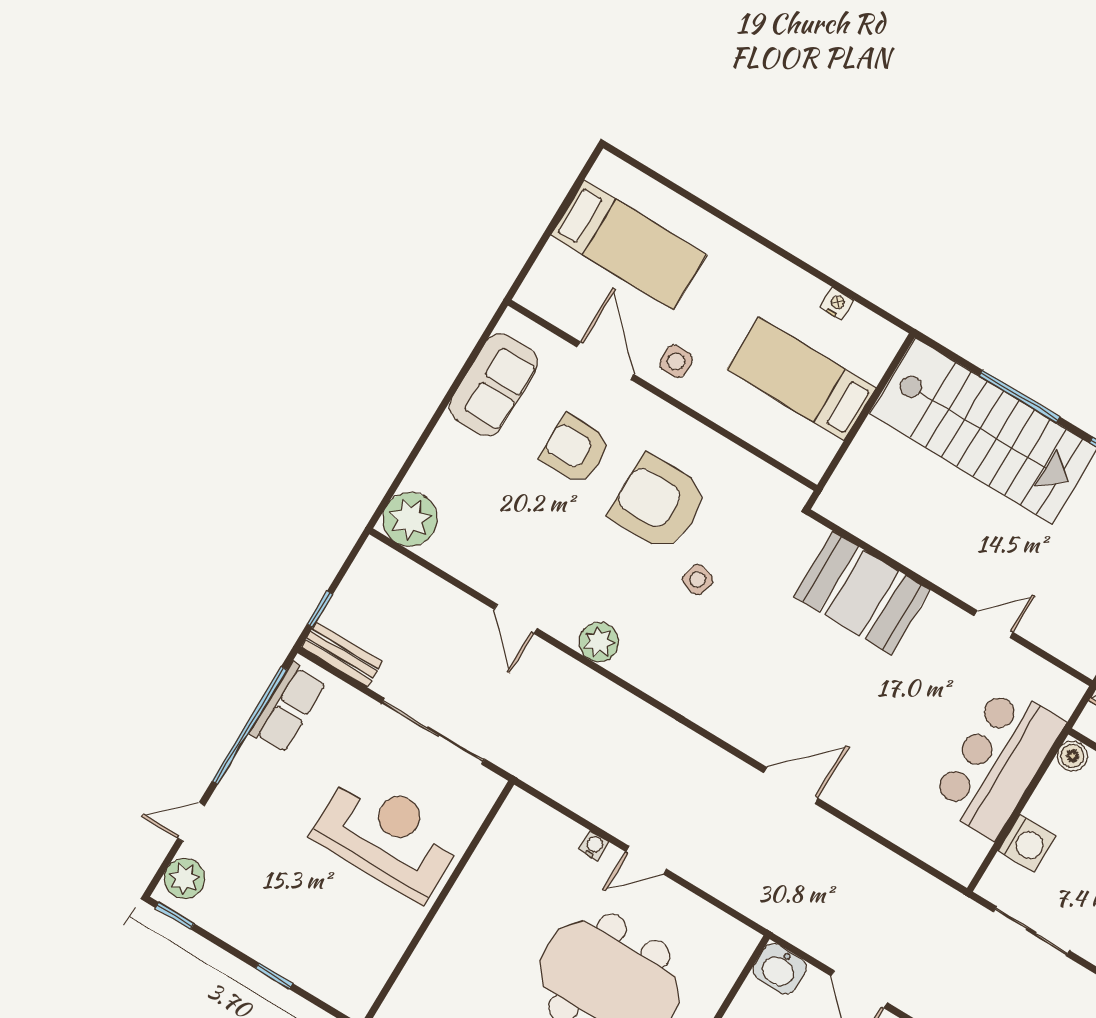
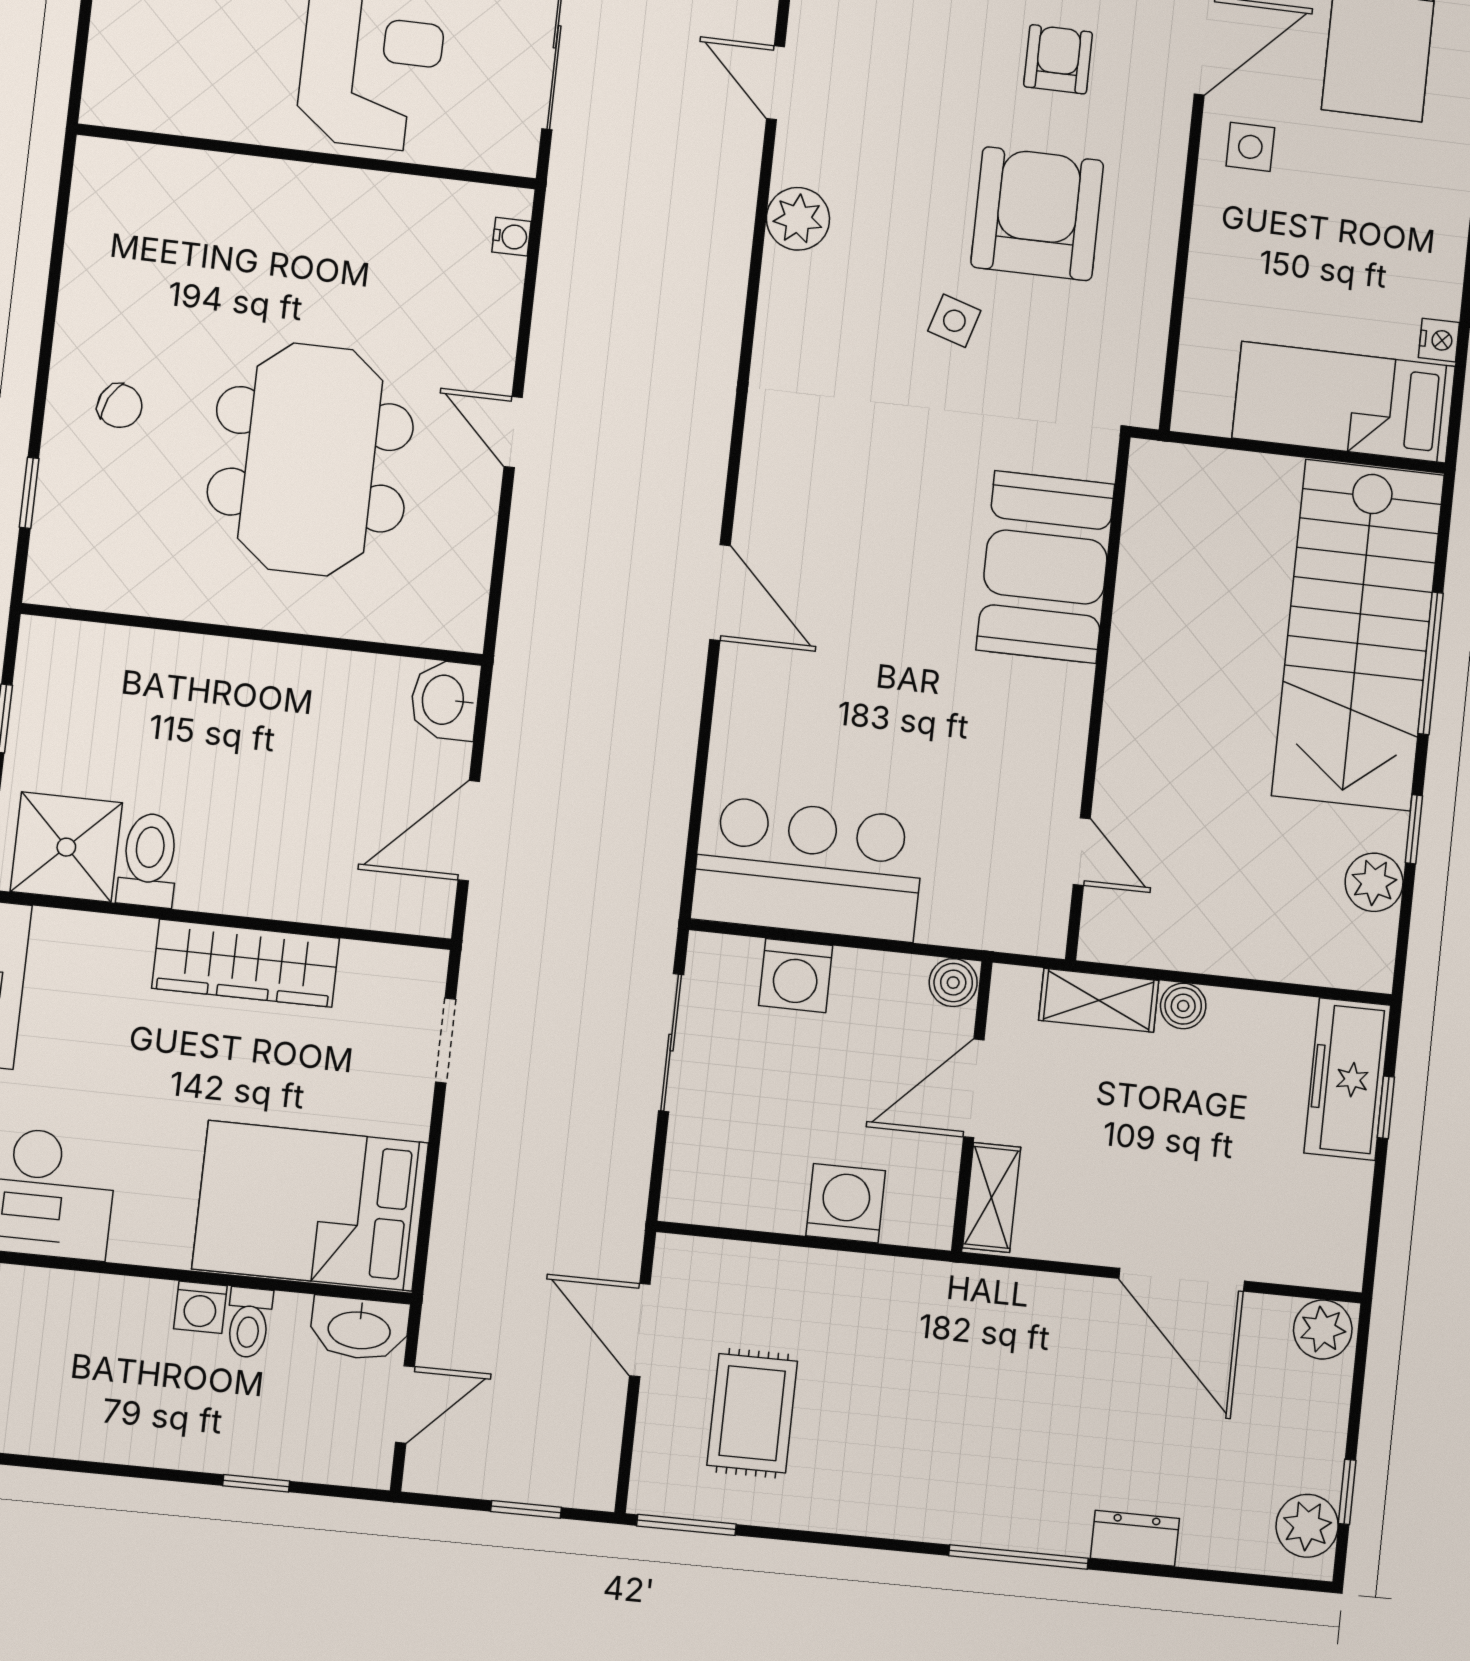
bed: (801, 379) -> (1344, 402), moved, turned -90
armchair: (575, 450) -> (1058, 59), width x0.72, depth x0.72
door: (515, 619) -> (775, 83), hinge flipped
door: (993, 624) -> (1082, 852), moved
bar counter: (998, 762) -> (808, 869), moved
water cooler: (594, 846) -> (511, 237), moved

